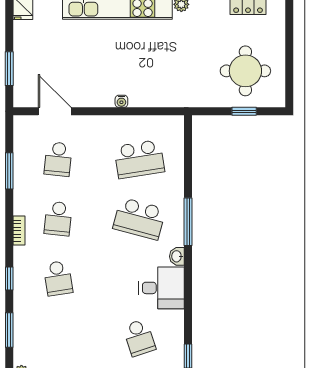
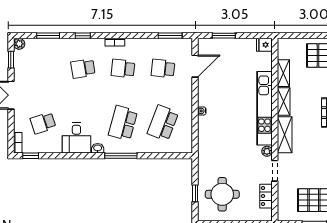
school desk: (139, 159) -> (163, 123), turned 30
window: (9, 171) -> (170, 36), moved

